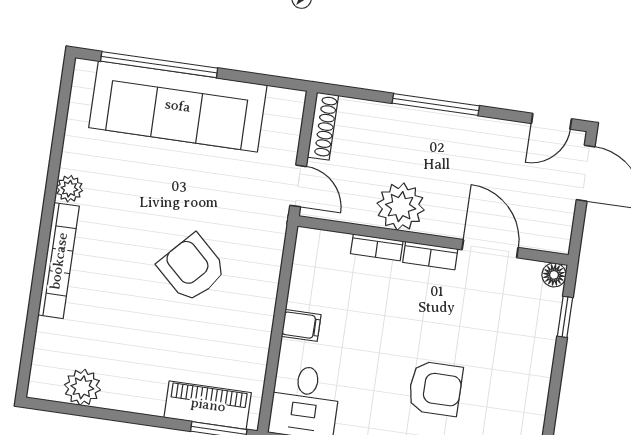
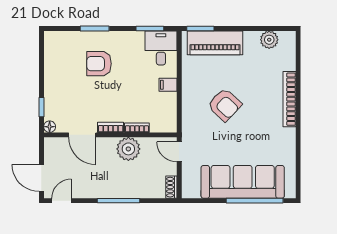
shoe rack: (323, 126) -> (171, 187), width x0.70
plant: (69, 189) -> (289, 135), removed
piano: (208, 405) -> (215, 43), width x1.37, depth x1.33

